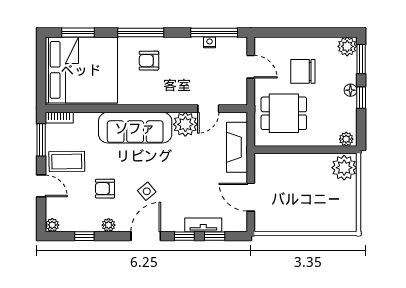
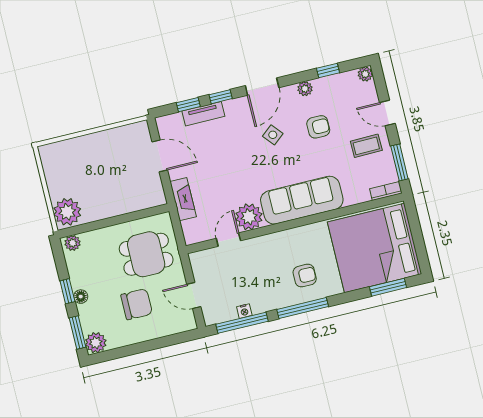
window: (141, 32) -> (303, 308), moved
fireplace: (237, 147) -> (183, 199), width x0.73, depth x0.76
coffee table: (67, 162) -> (366, 146), width x0.73, depth x0.77

